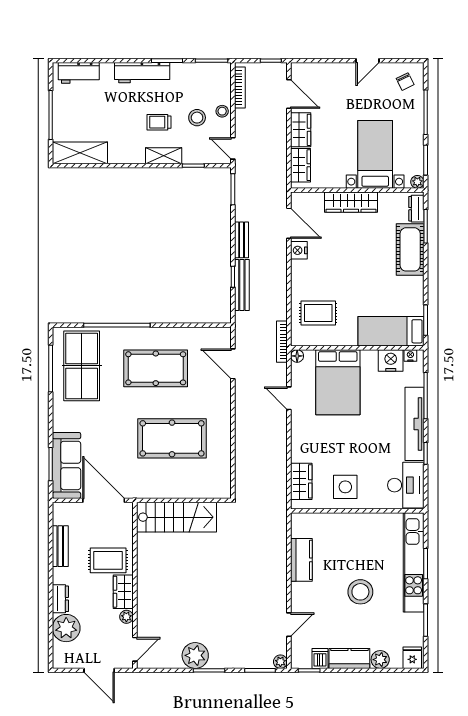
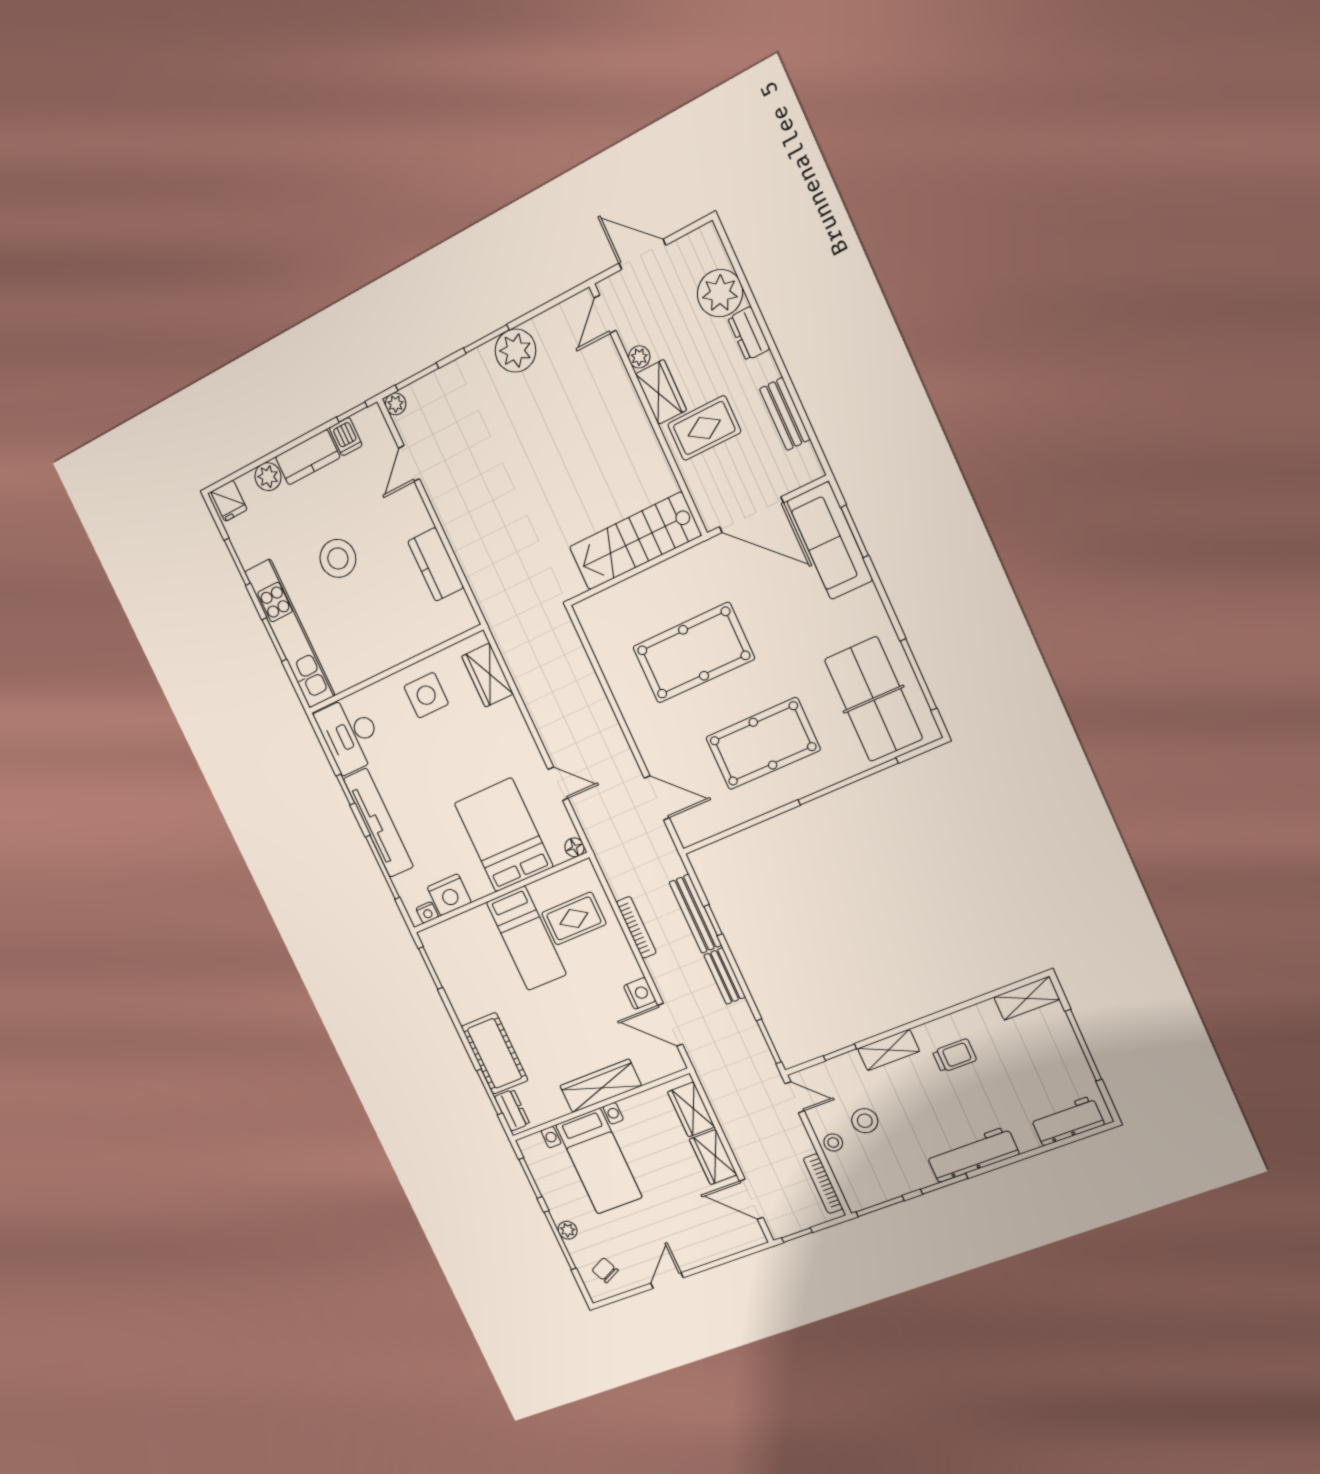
trolley: (159, 122) -> (954, 1056), moved
shelving: (80, 153) -> (1027, 998), width x0.67, depth x0.75
plant: (417, 182) -> (568, 1230), moved
bed: (391, 331) -> (526, 938), moved, turned 90
bookcase: (282, 342) -> (636, 927), moved

